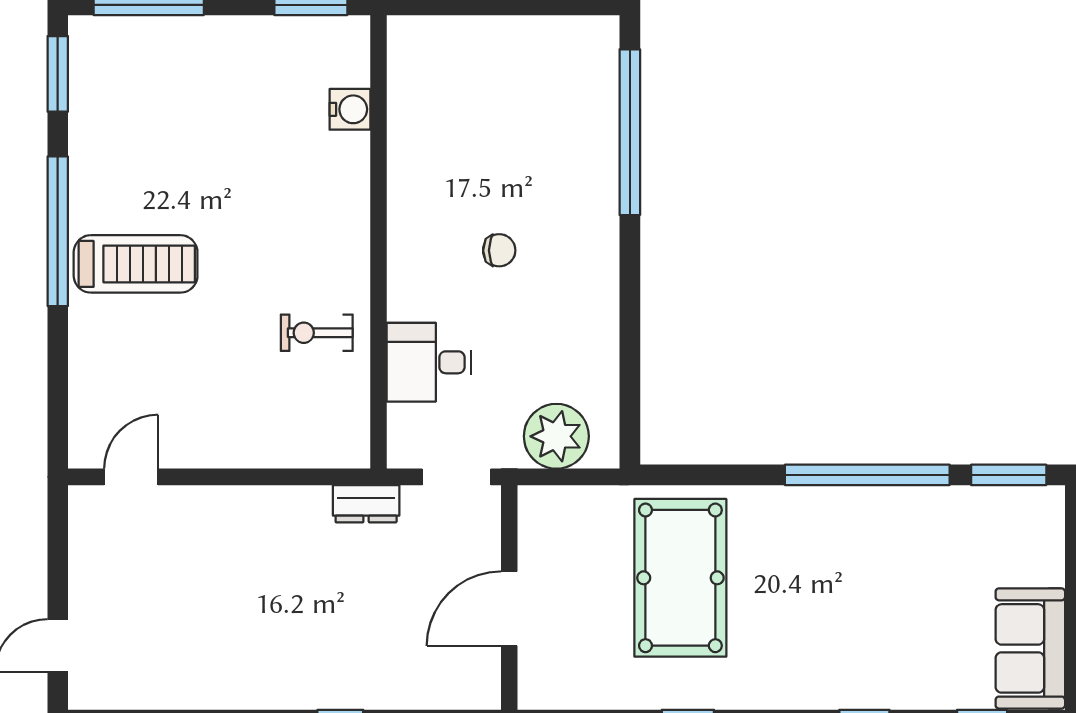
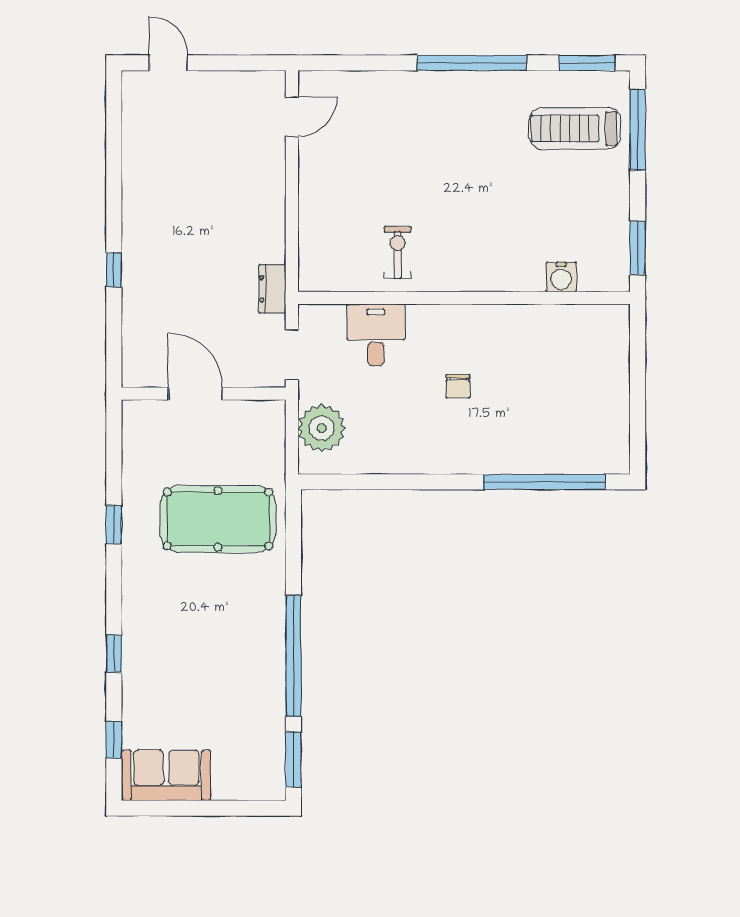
treadmill: (136, 264) -> (575, 128), moved, turned 90
door: (131, 477) -> (292, 117), hinge flipped

